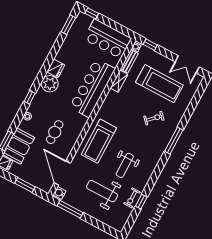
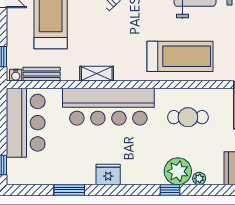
window: (68, 25) -> (69, 190), moved
shelving: (119, 81) -> (97, 74), moved
plant: (50, 84) -> (178, 171), moved
cafe table: (55, 132) -> (188, 117), moved

